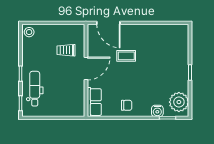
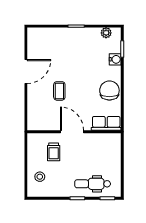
door: (108, 23) -> (26, 71), moved
stool: (29, 32) -> (40, 177), moved
plant: (179, 102) -> (106, 33), width x0.53, depth x0.53
chair: (127, 105) -> (109, 90), width x1.87, depth x1.87

